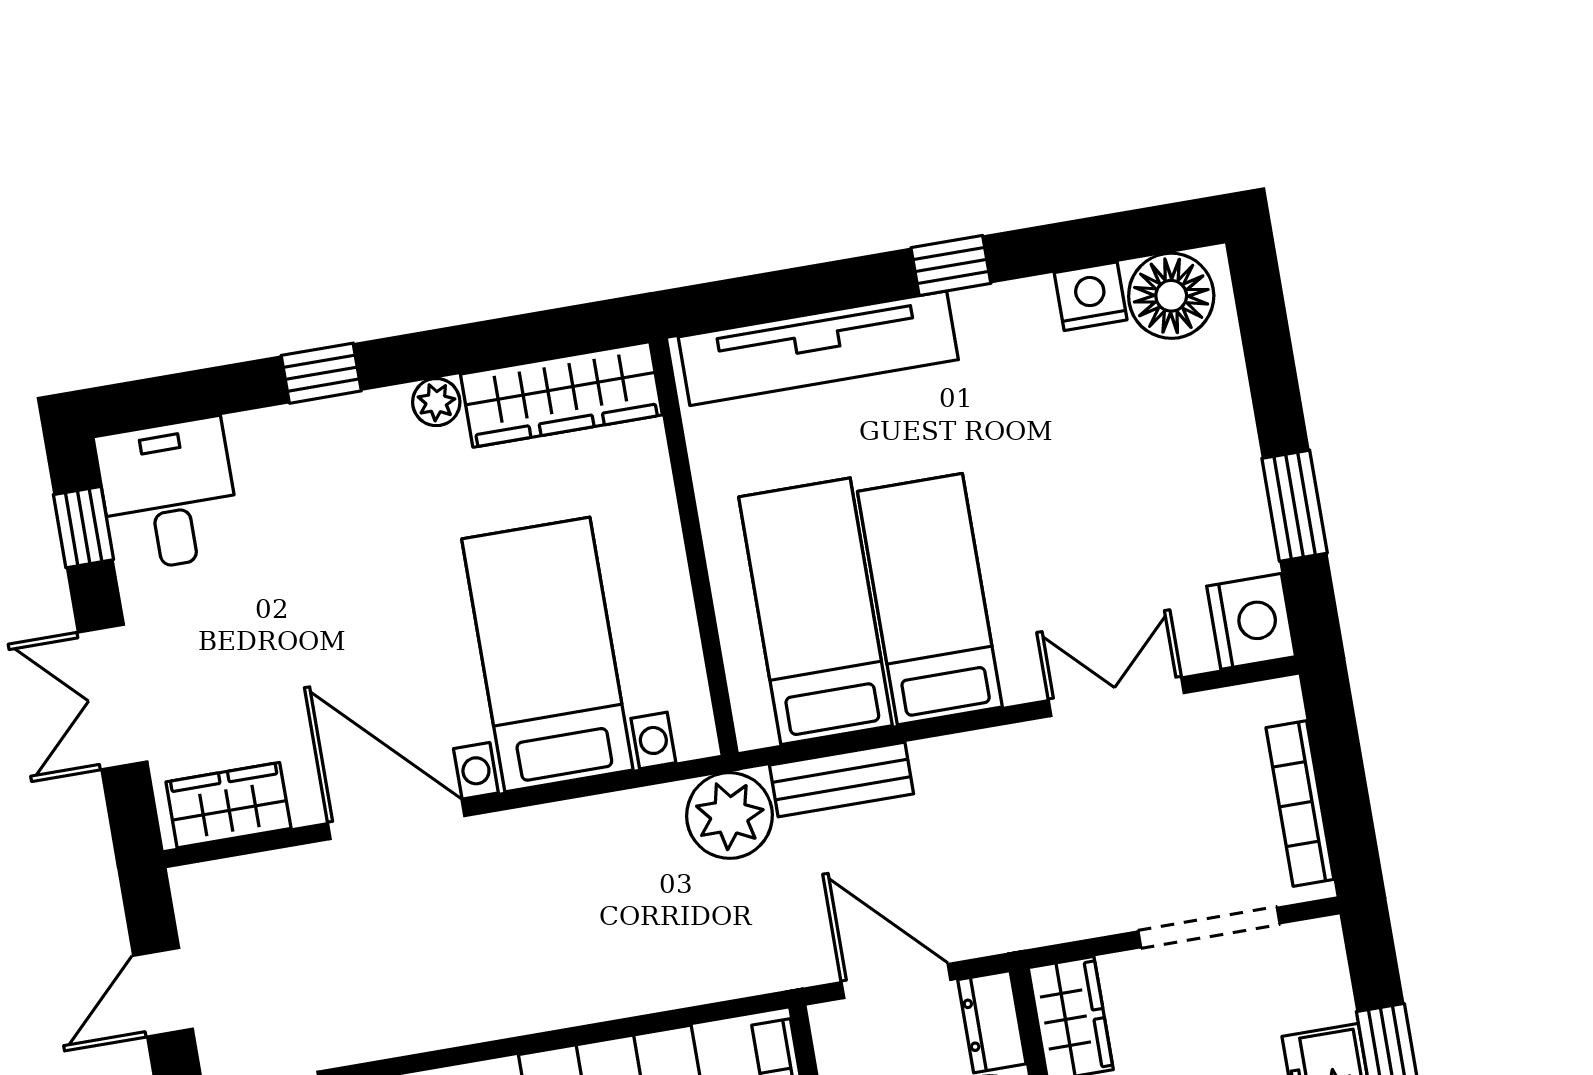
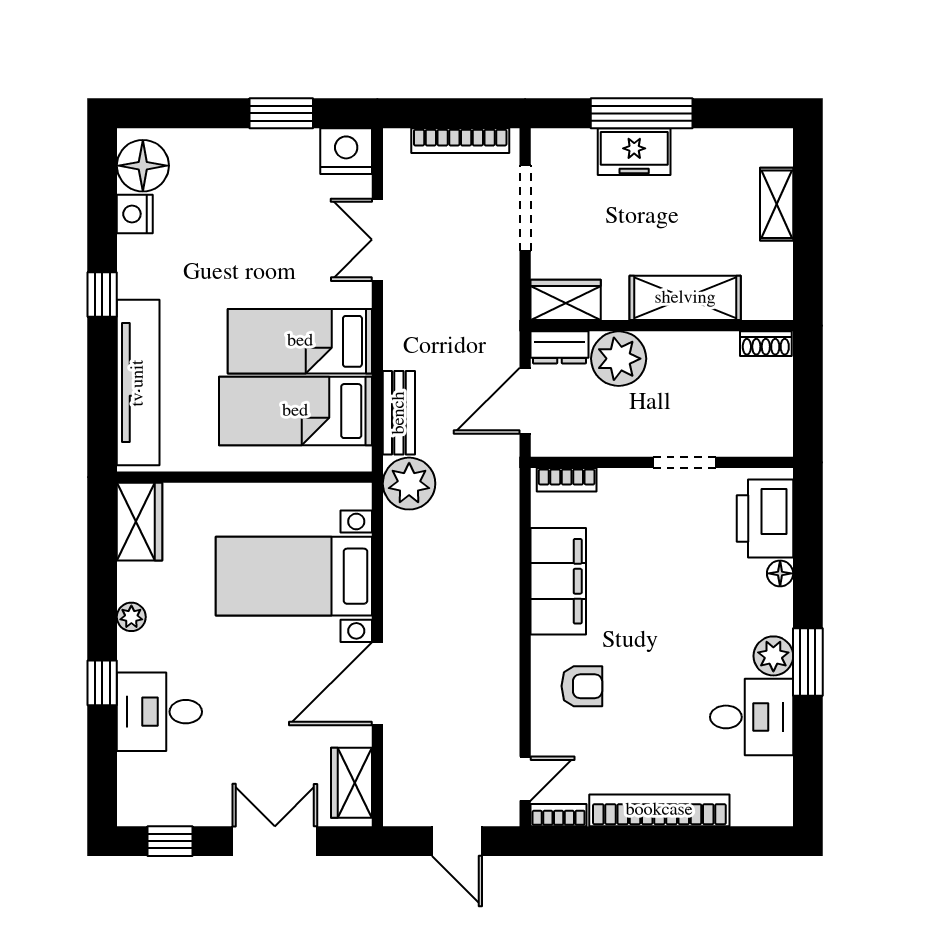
wardrobe: (561, 394) -> (140, 522), width x0.67
desk: (168, 495) -> (159, 712), moved
double door: (113, 697) -> (275, 841), swing flipped

